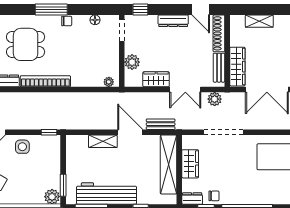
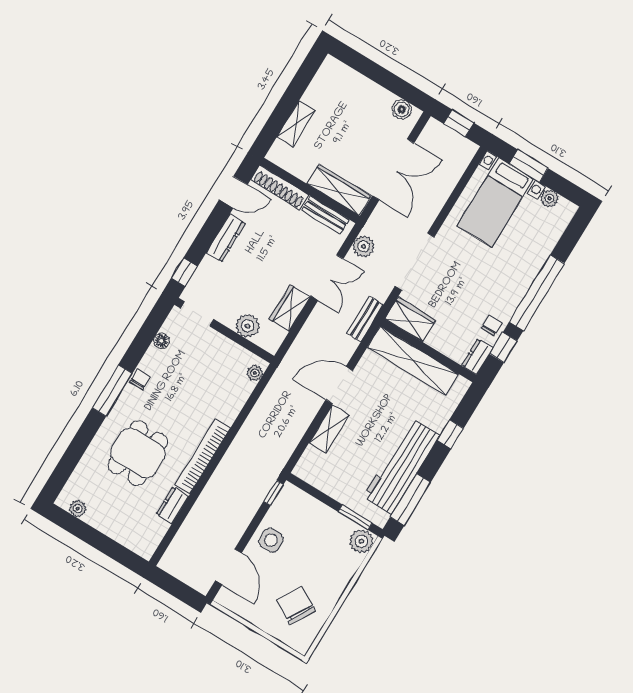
bench: (161, 124) -> (365, 319), moved
wardrobe: (190, 164) -> (410, 319), moved

